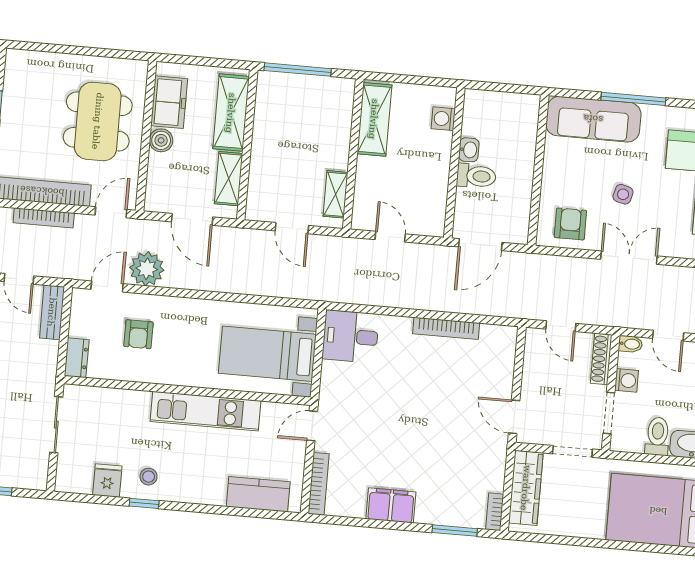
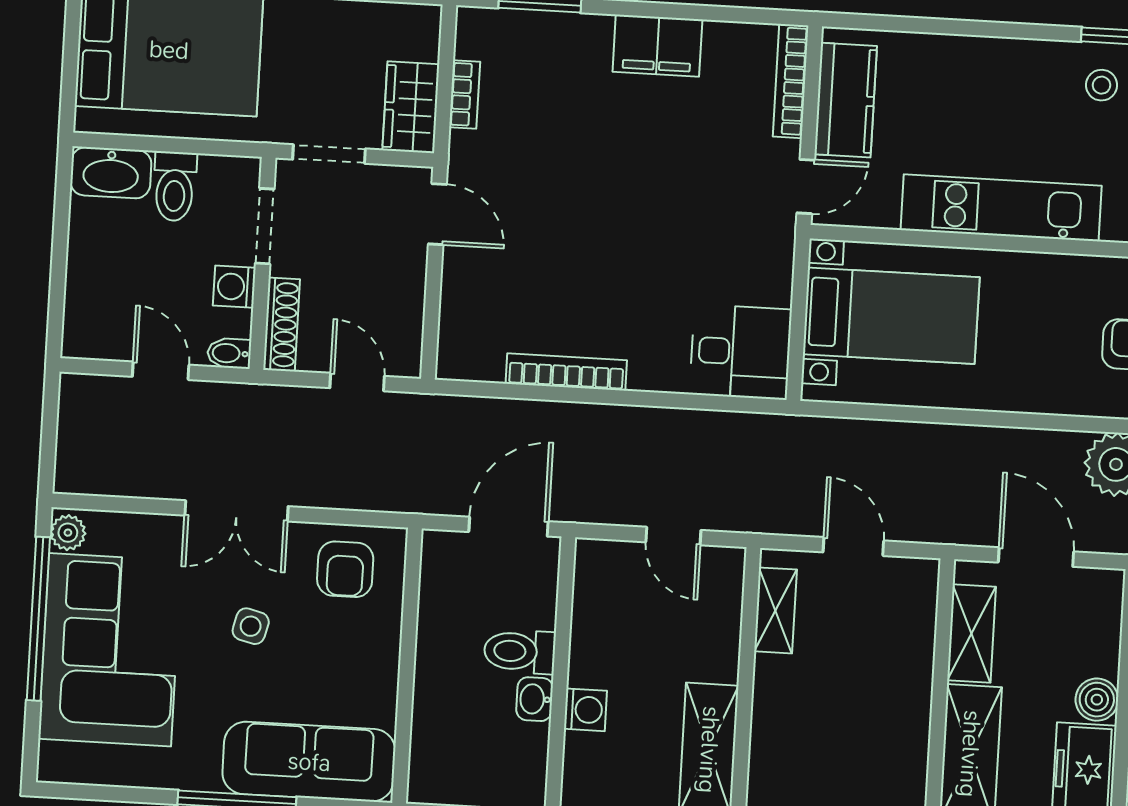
washing machine: (443, 119) -> (585, 710), moved
wardrobe: (526, 488) -> (411, 107), width x0.67
kitchen counter: (258, 494) -> (846, 100), moved, turned -90
bookcase: (495, 512) -> (465, 94), moved

